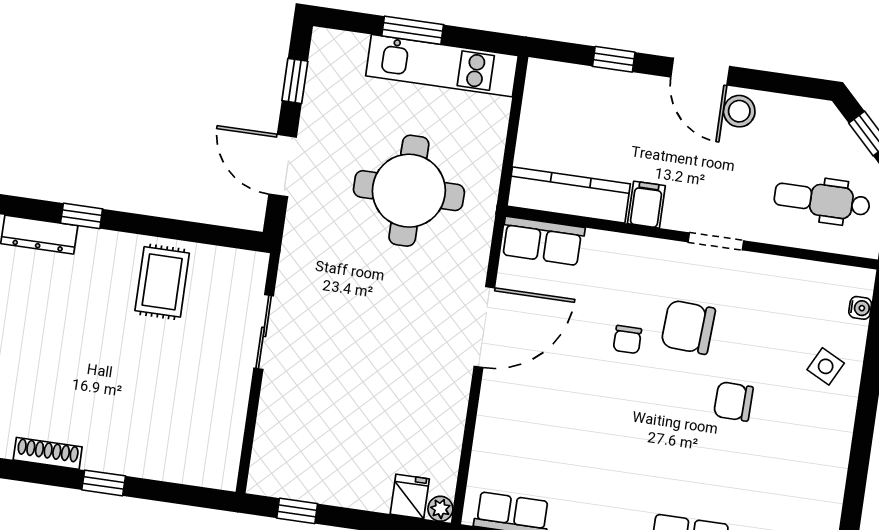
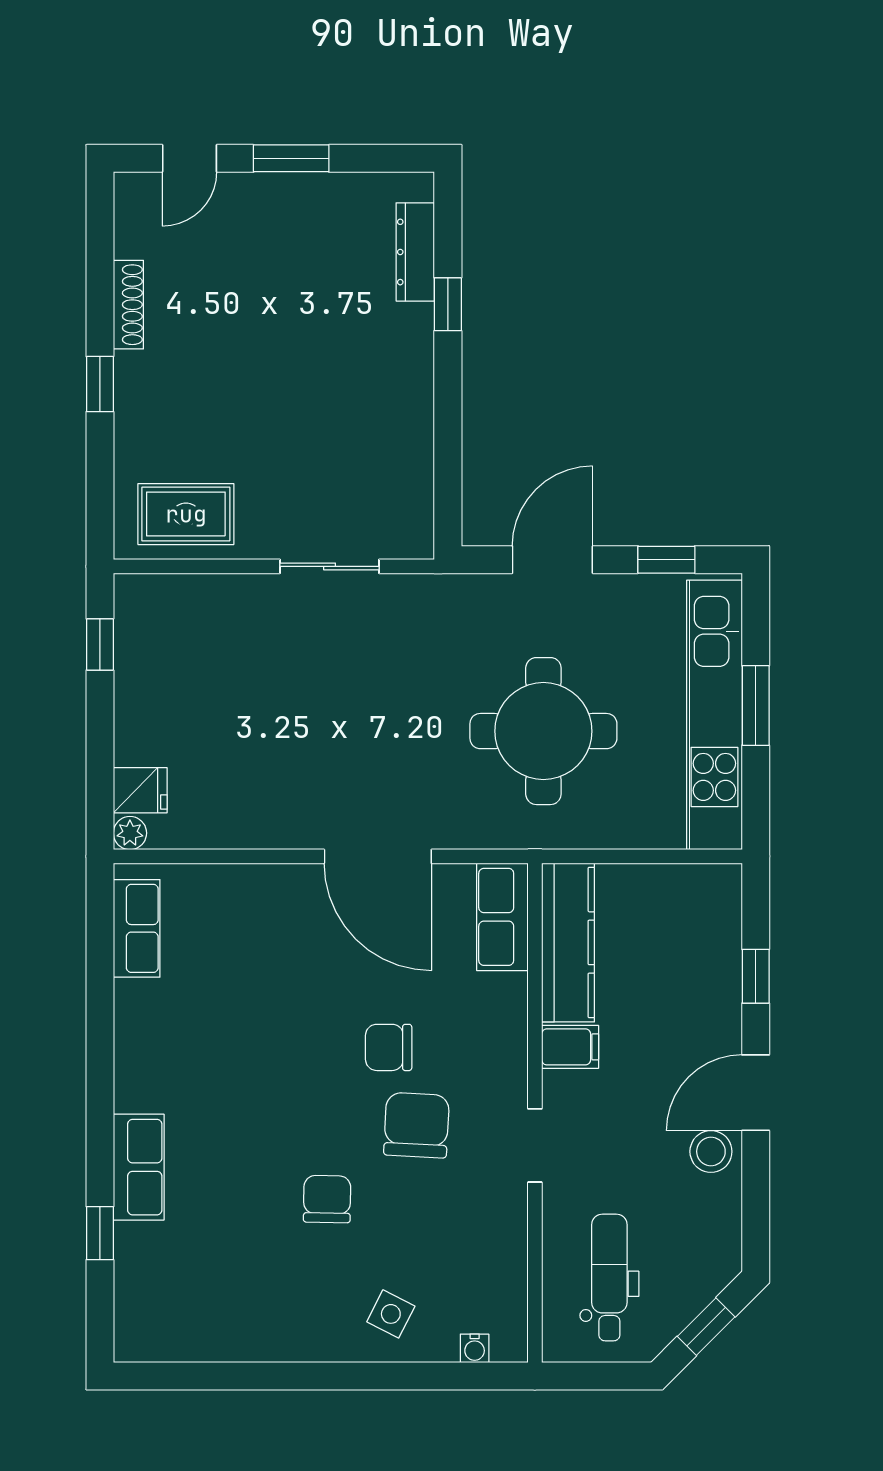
kitchen unit: (442, 66) -> (714, 715), width x1.36
rug: (162, 282) -> (186, 514), moved
chair: (627, 339) -> (389, 1047), width x1.37, depth x1.37

